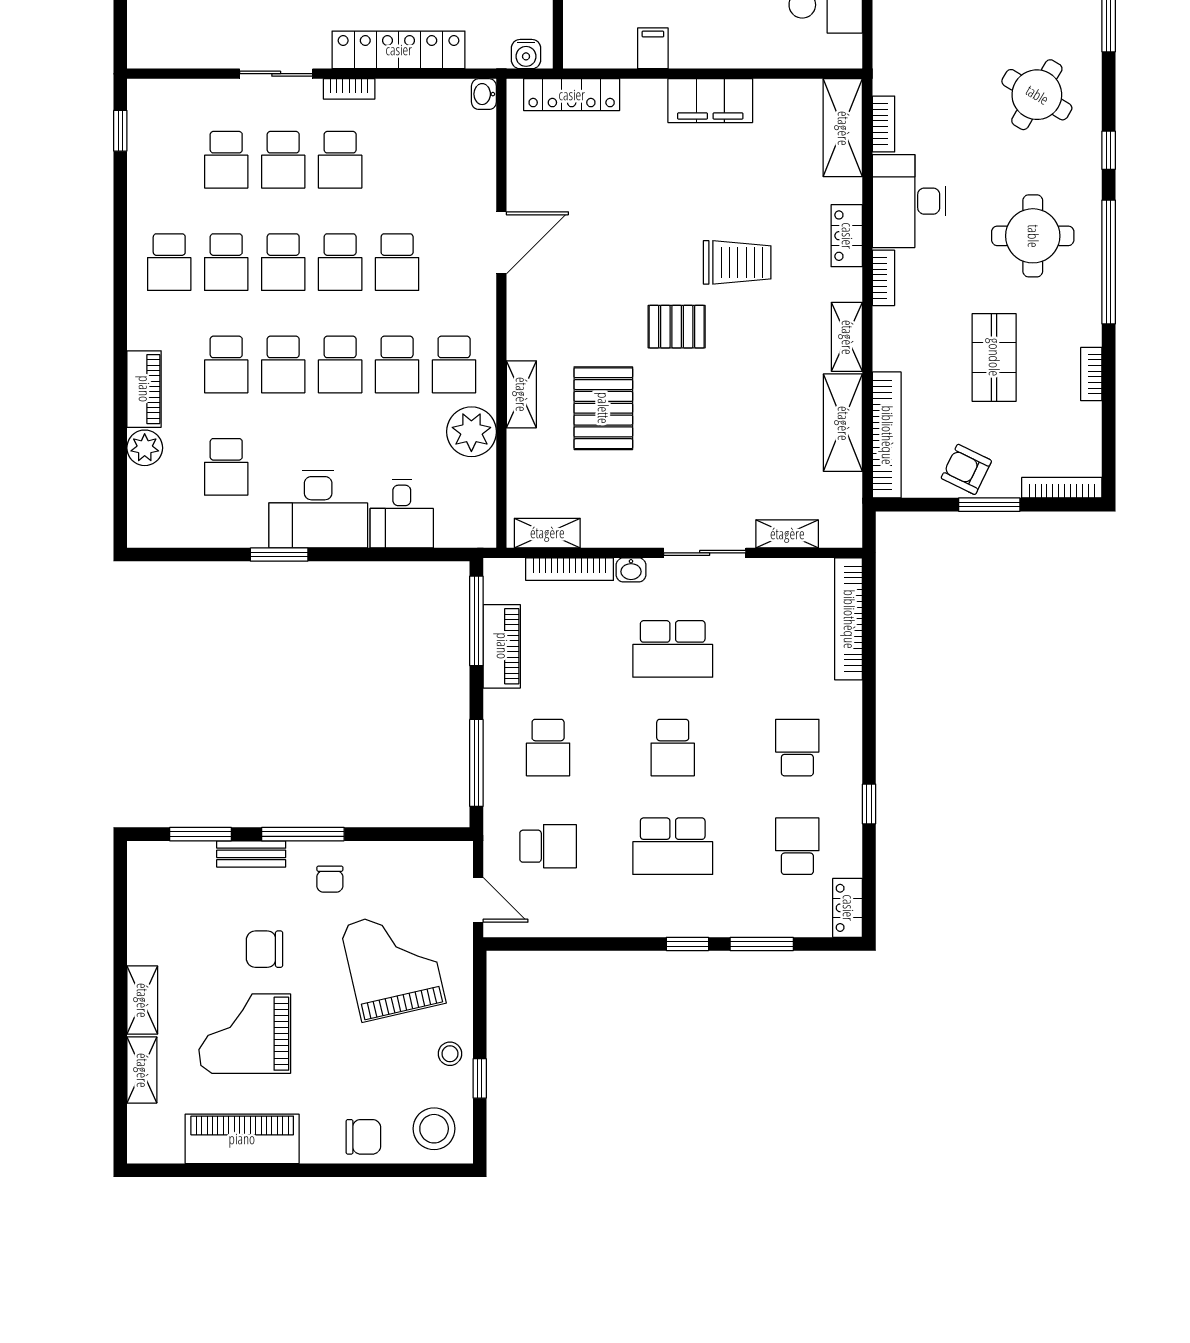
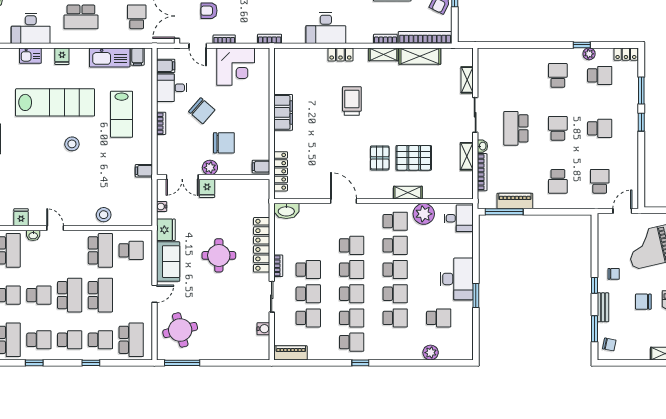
filing cabinet: (653, 48) -> (261, 167), moved
water cooler: (526, 54) -> (263, 329), moved
washbasin: (484, 94) -> (286, 211), width x1.91, depth x1.45
bookcase: (884, 124) -> (270, 39), moved
shelving: (843, 128) -> (295, 56), removed
window: (120, 131) -> (360, 363), moved
bookcase: (883, 278) -> (385, 39), moved
pallet: (677, 327) -> (380, 158), moved
piano: (144, 389) -> (291, 353), moved
desk: (402, 514) -> (459, 218), moved
shelving: (547, 533) -> (467, 156), moved
bookcase: (849, 619) -> (503, 54), removed
school desk: (673, 649) -> (516, 128), turned 180
school desk: (548, 748) -> (558, 181), turned 90
school desk: (673, 748) -> (558, 128), turned -90
school desk: (797, 748) -> (558, 75), turned 90
window: (476, 763) -> (564, 212), removed
plant: (848, 821) -> (589, 54), added
window: (303, 834) -> (595, 285), width x0.46
school desk: (673, 846) -> (600, 128), width x0.54
school desk: (797, 846) -> (600, 75), turned 180
chair: (164, 869) -> (609, 344), added
chair: (265, 949) -> (643, 302), turned 90

